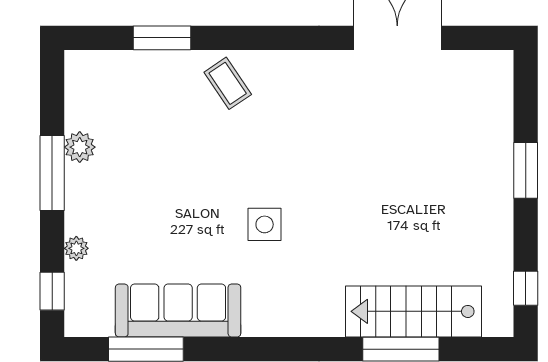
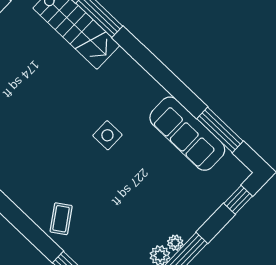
plant: (76, 248) -> (175, 243), moved

